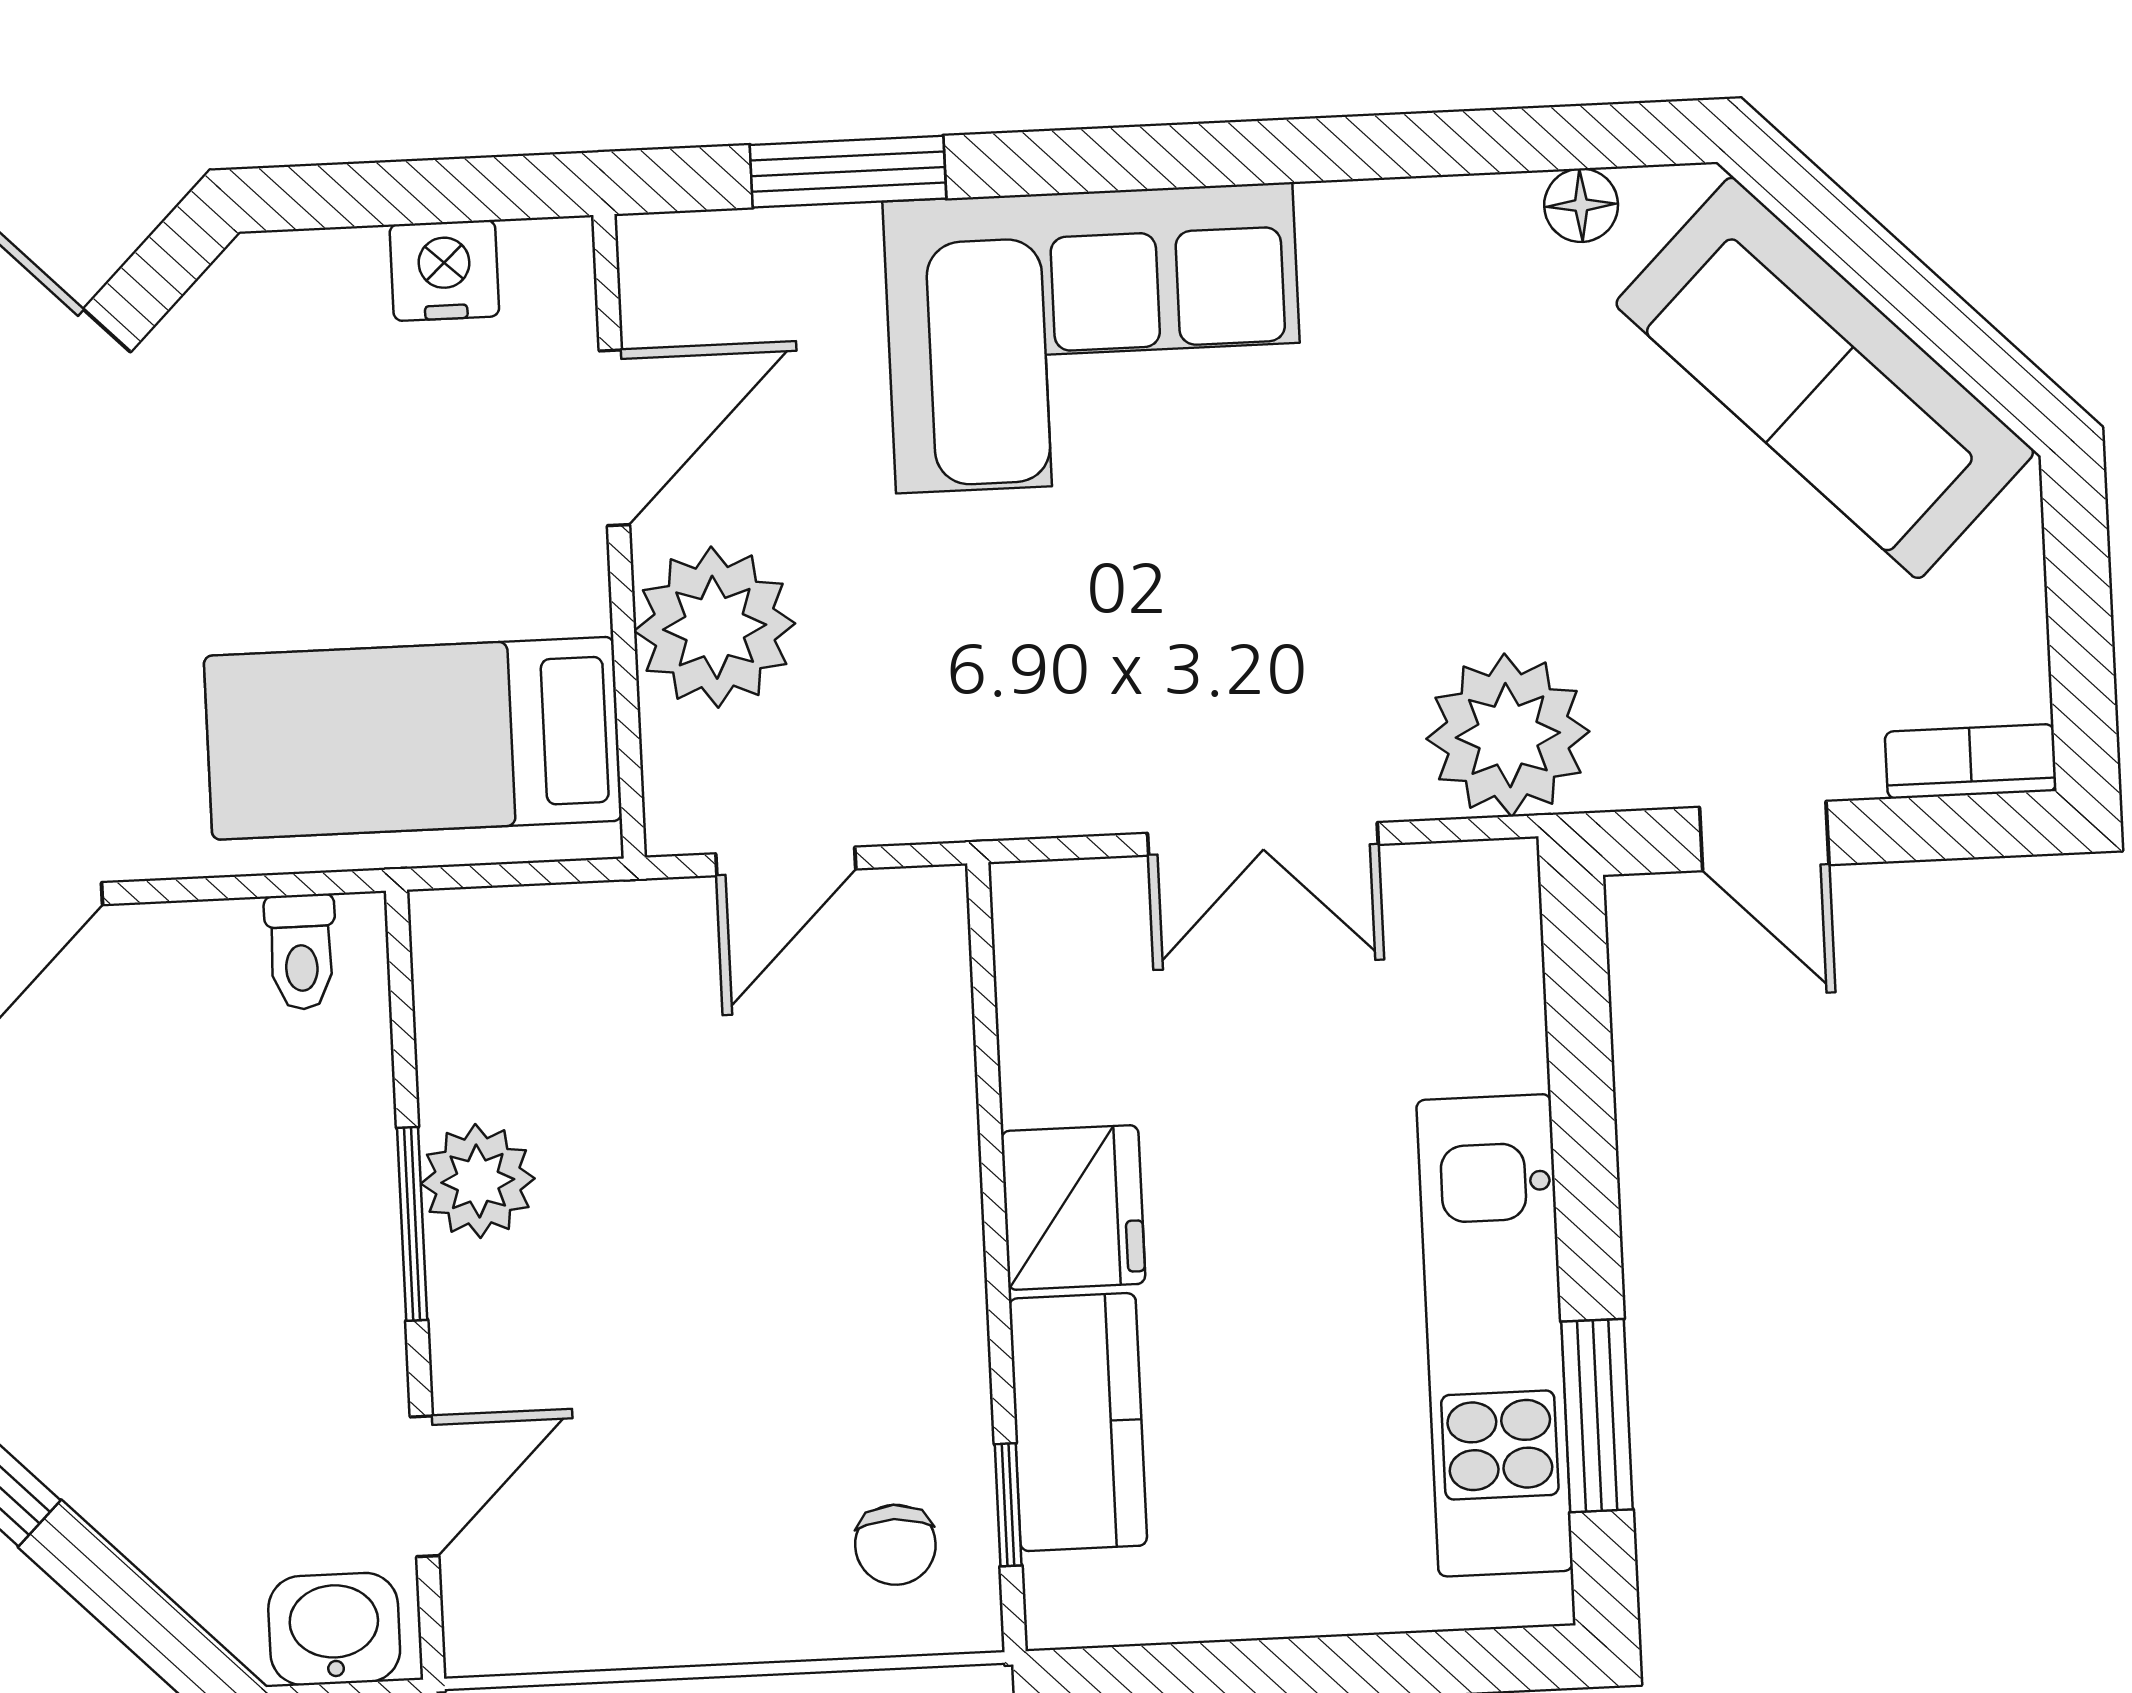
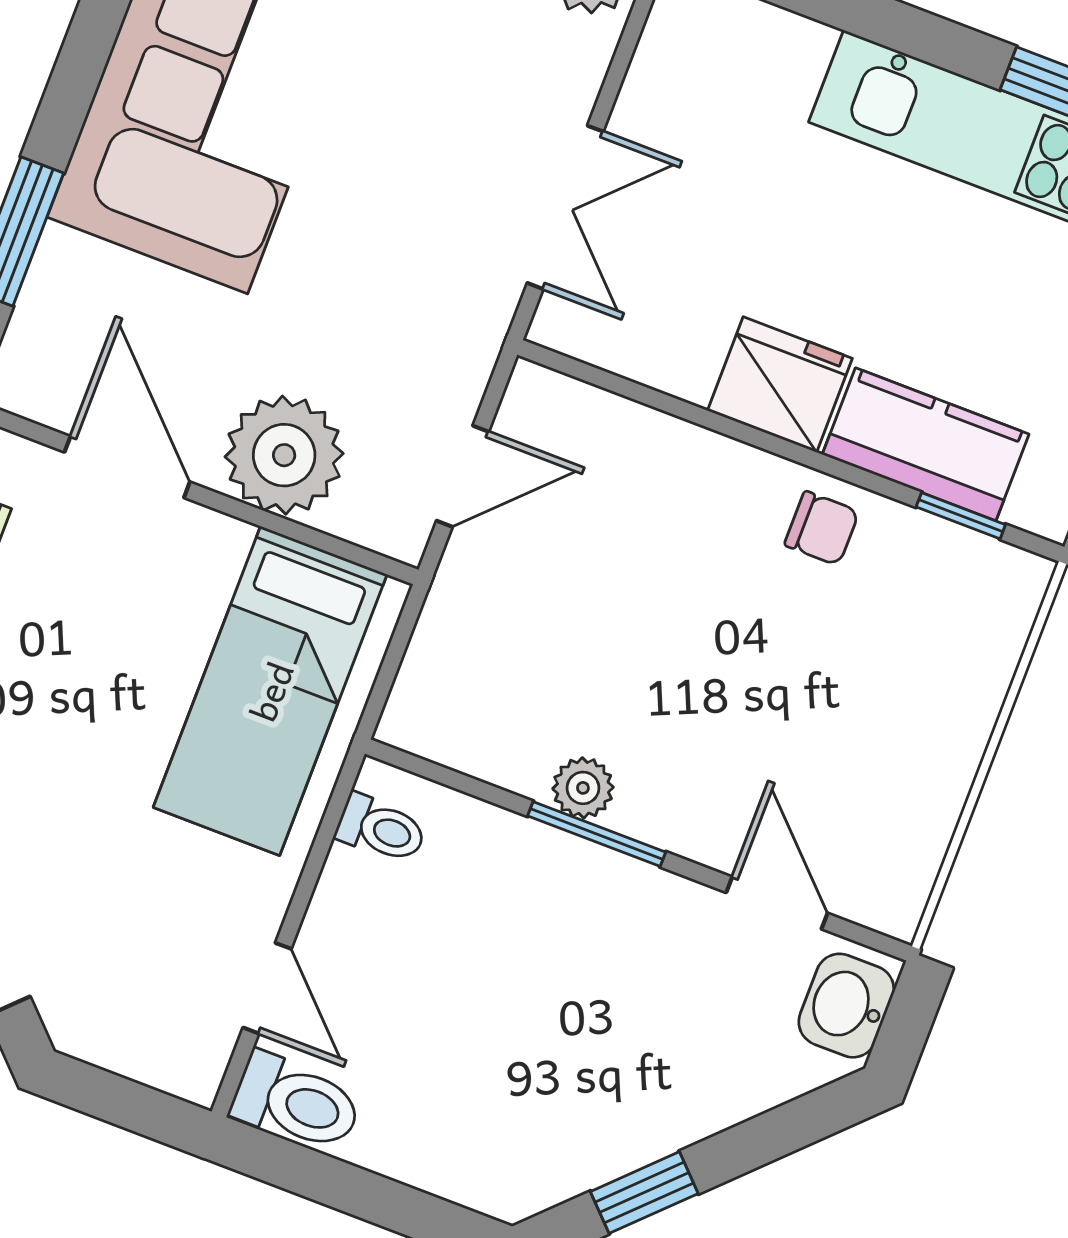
double door: (1263, 839) -> (565, 207), moved
door: (786, 861) -> (463, 476), hinge flipped
plant: (478, 1181) -> (583, 788), width x0.73, depth x0.73
chair: (895, 1545) -> (822, 528), moved

